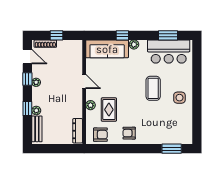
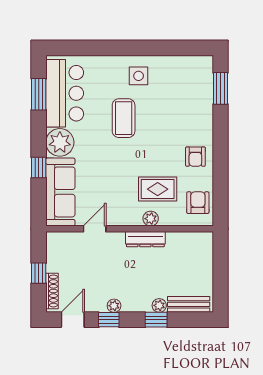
plant: (134, 44) -> (60, 142), width x1.87, depth x1.87
door: (84, 82) -> (95, 229), moved
coffee table: (153, 88) -> (124, 118), turned 90
dresser: (78, 131) -> (145, 239), moved

